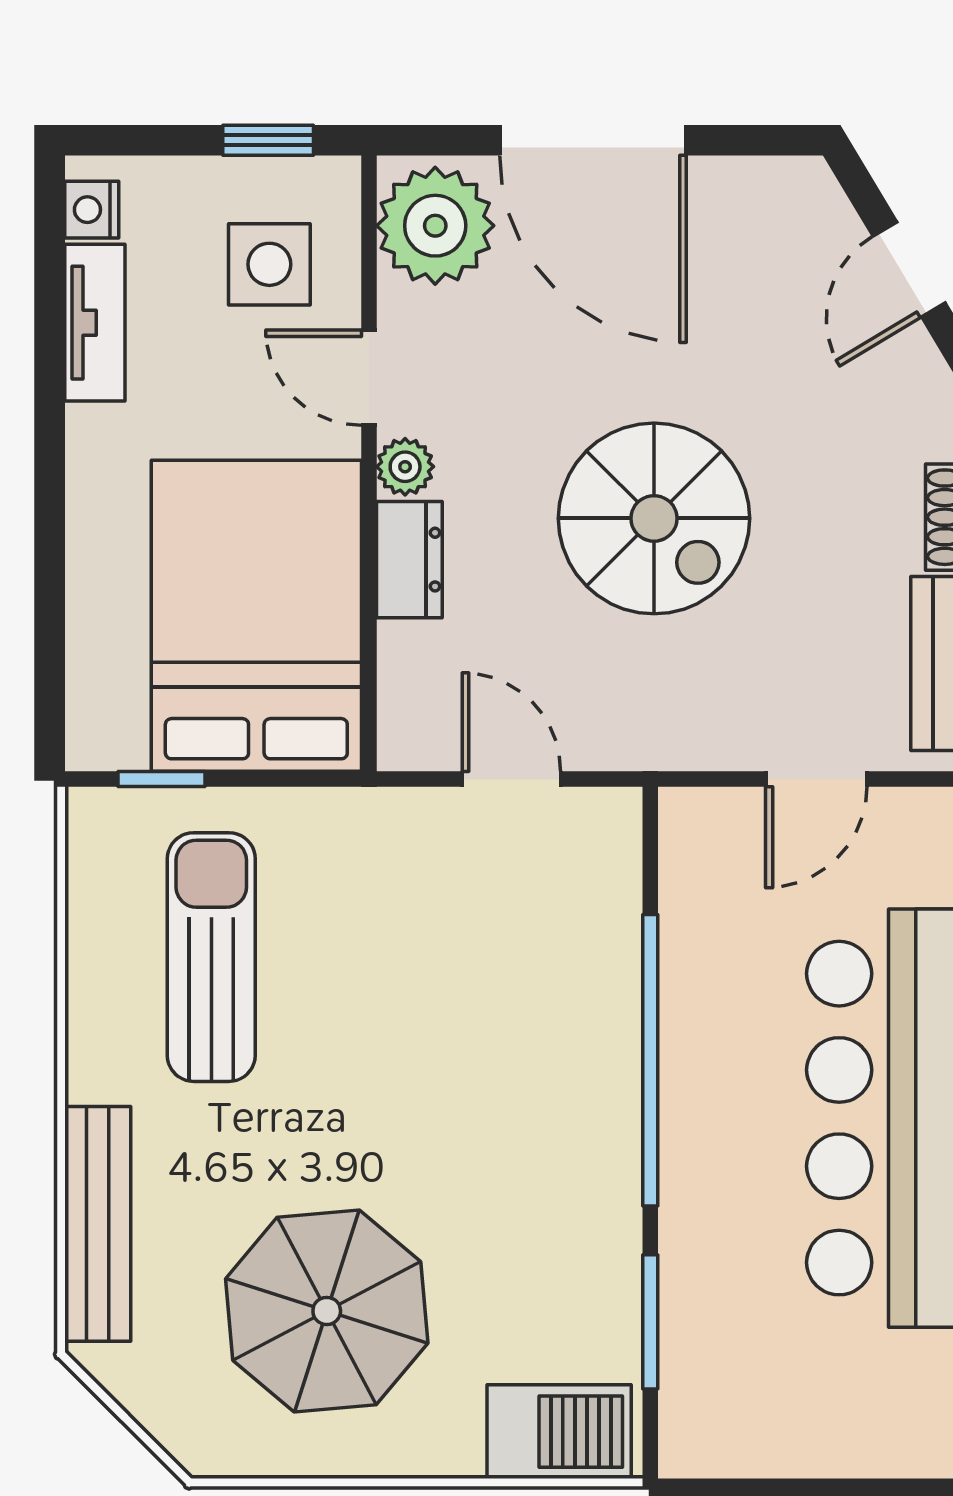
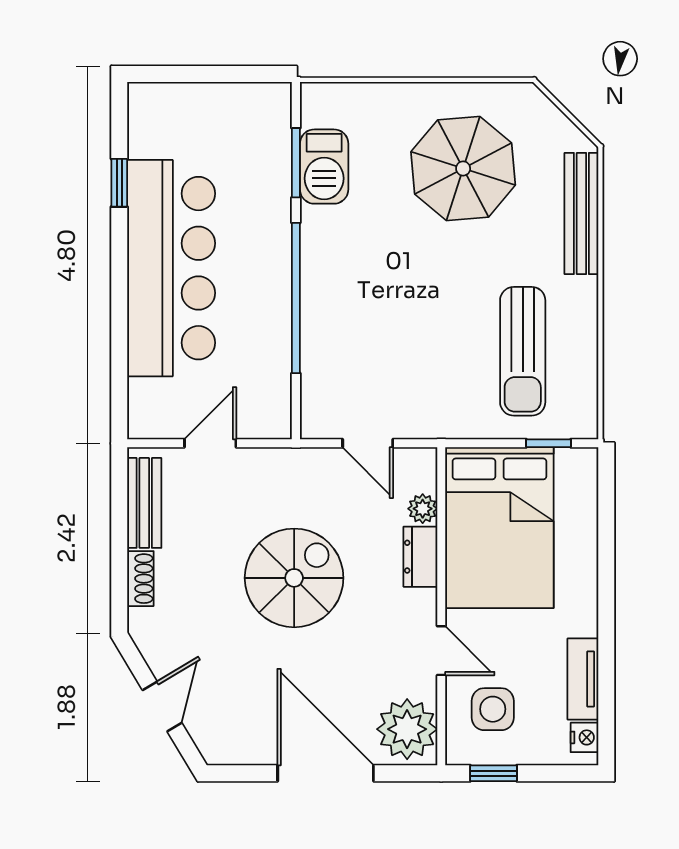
plant: (405, 467) -> (423, 509), moved
spiral stairs: (654, 518) -> (294, 578), turned 90
barbecue: (559, 1432) -> (324, 167), moved, turned -90

